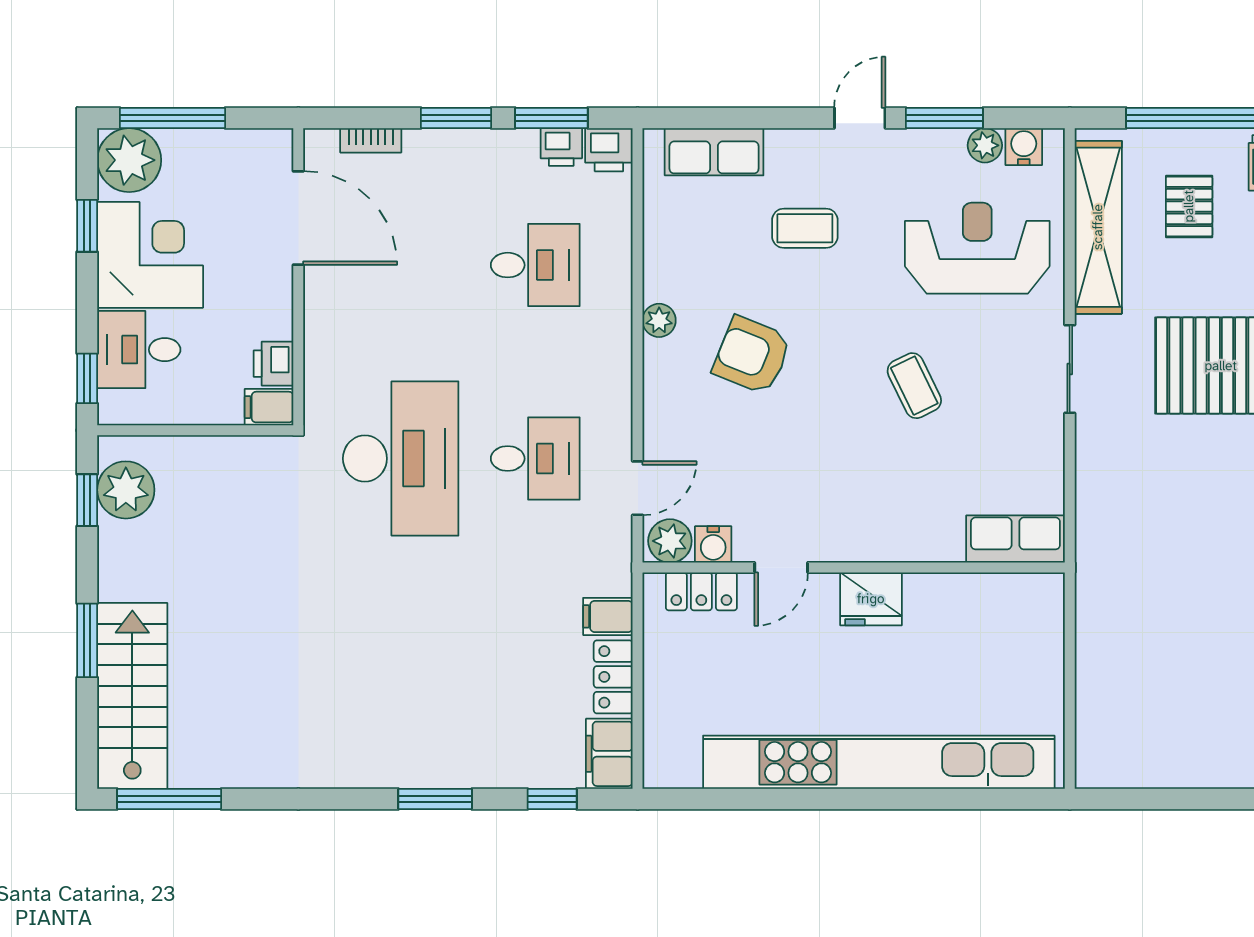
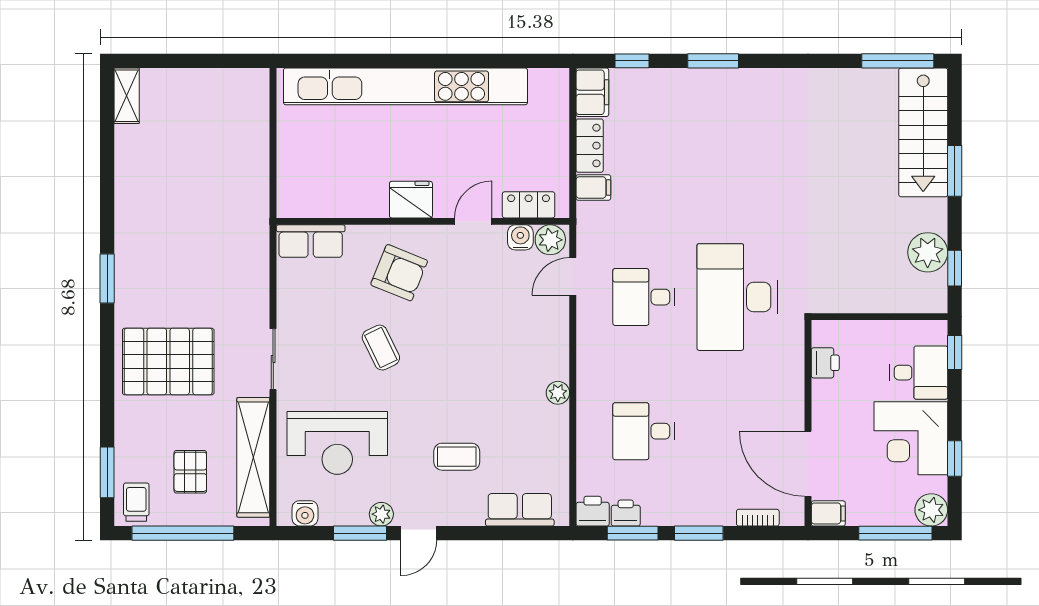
plant: (985, 145) -> (381, 514), moved
plant: (129, 160) -> (931, 510), width x0.73, depth x0.73
armchair: (752, 355) -> (399, 273), moved
filing cabinet: (269, 407) -> (828, 513), moved
plant: (126, 490) -> (928, 252), moved

